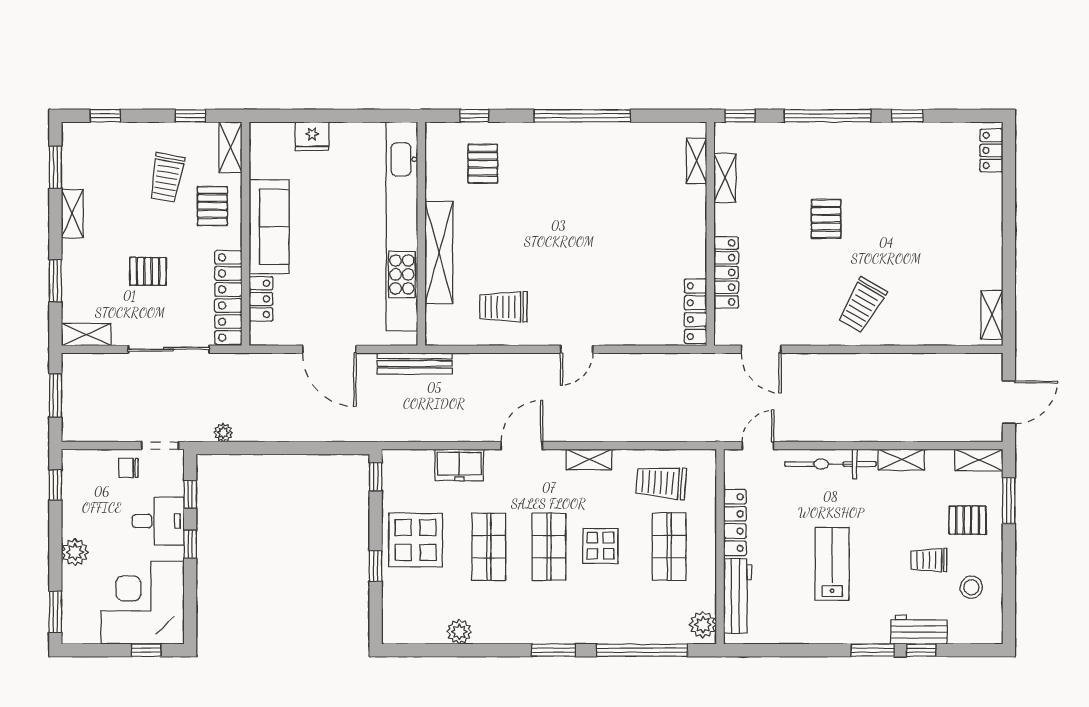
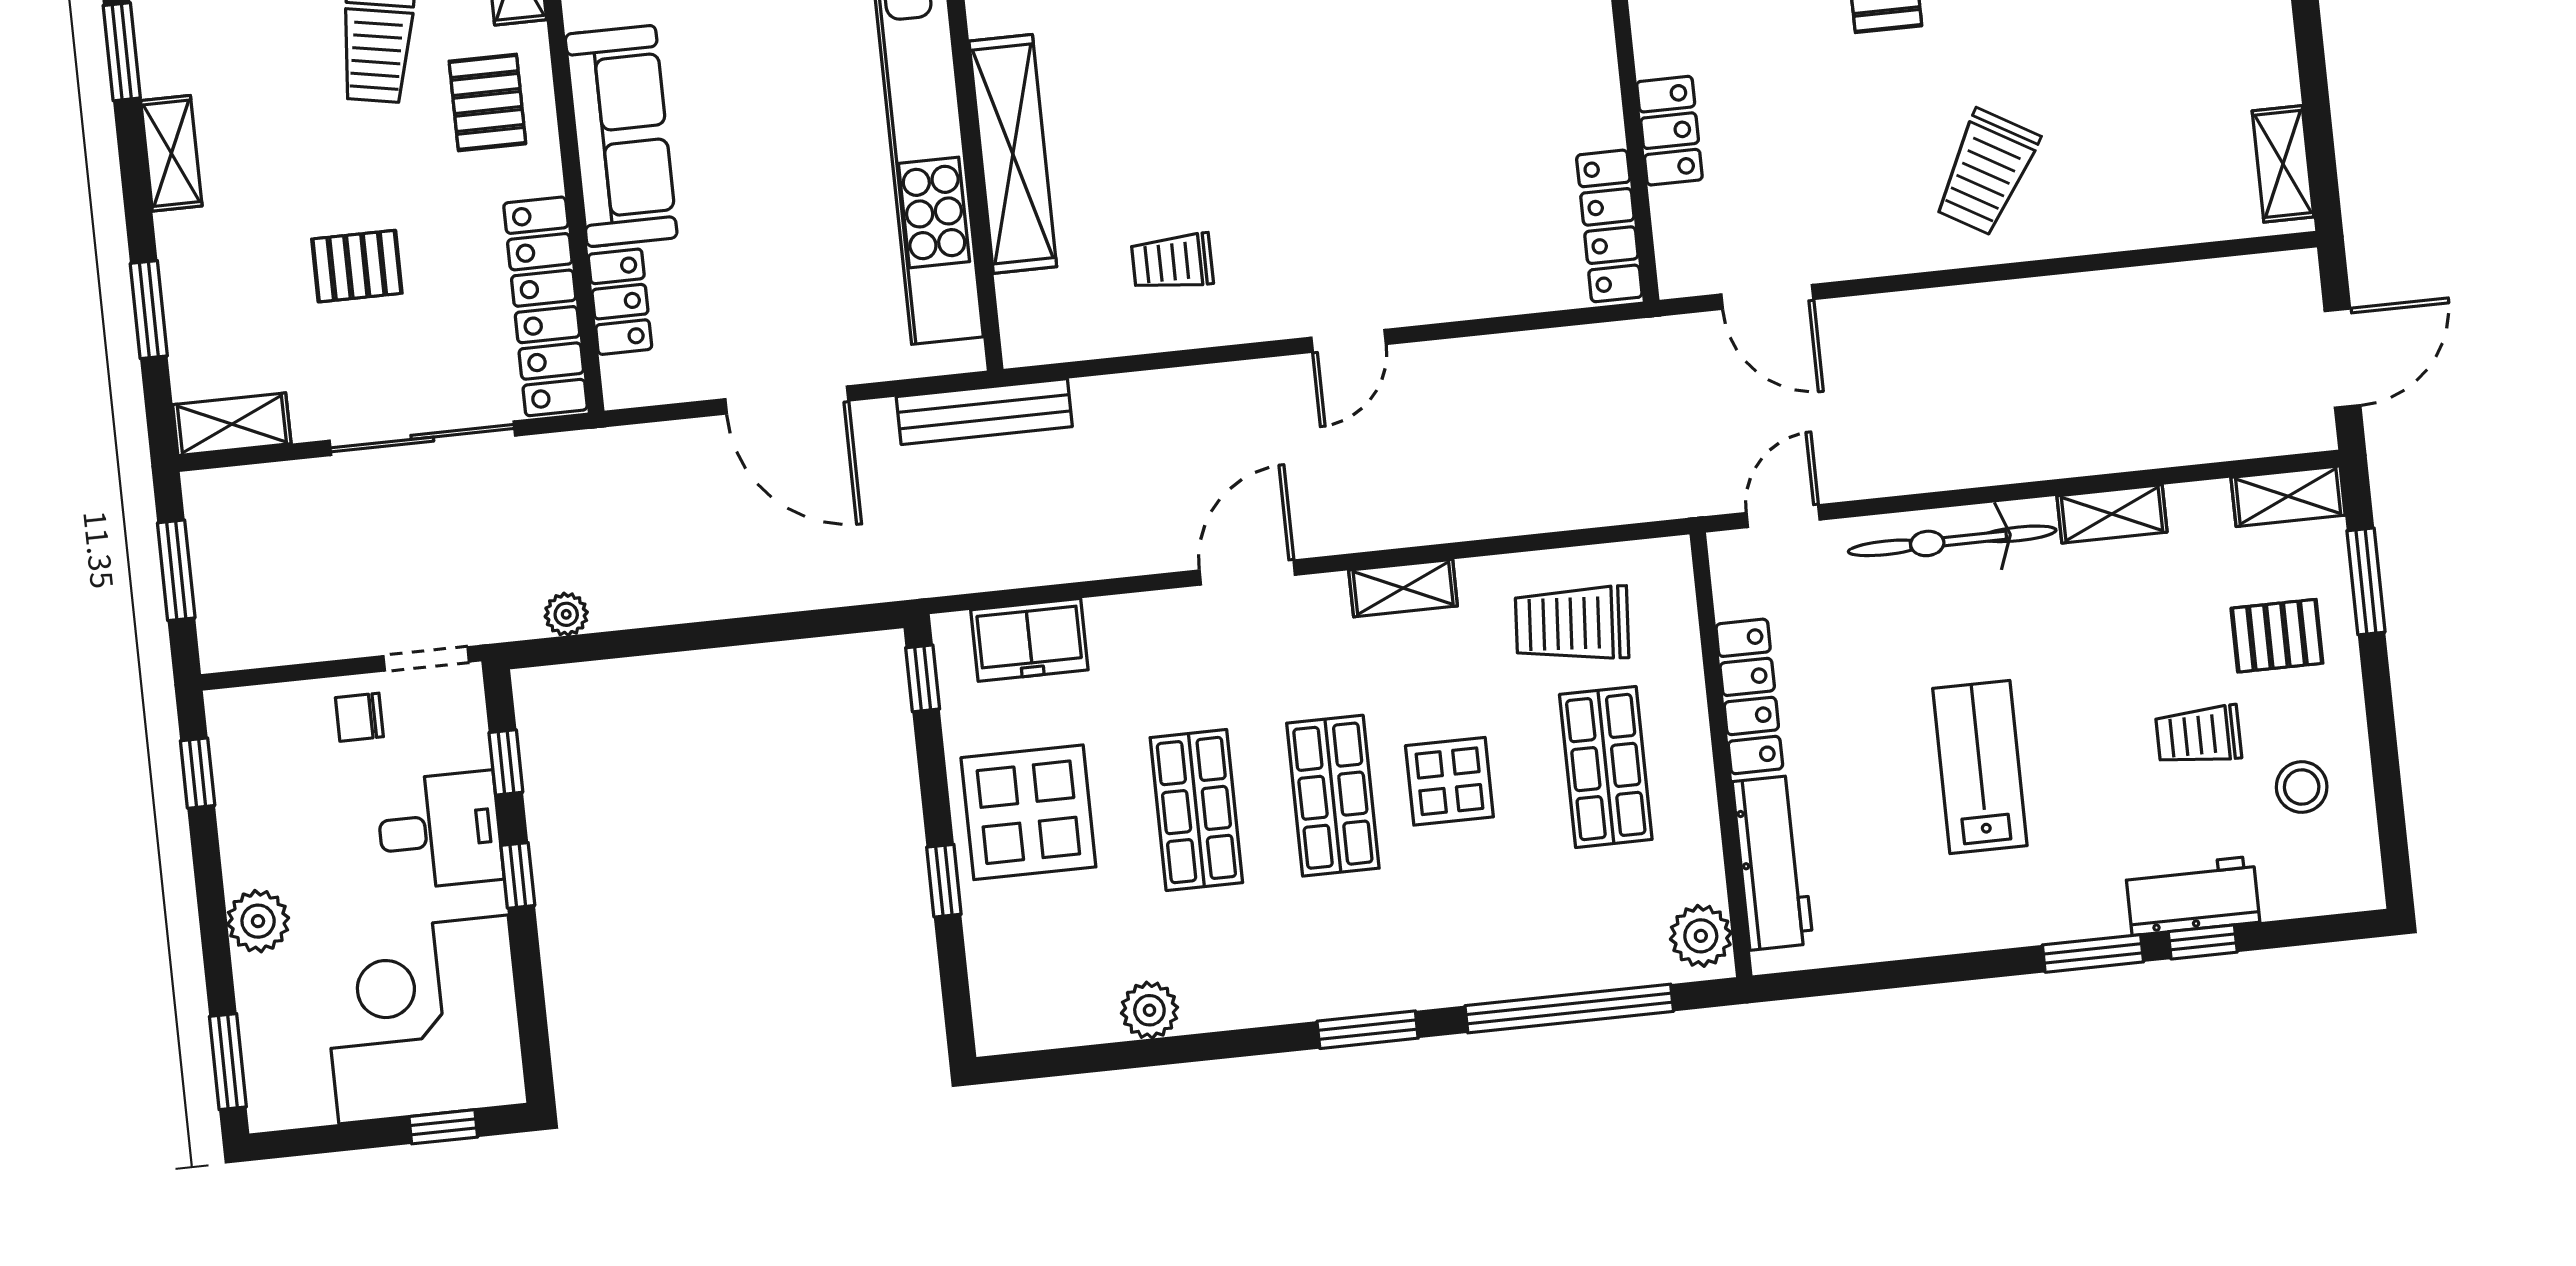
locker: (726, 272) -> (1670, 131), width x0.66
trolley: (503, 307) -> (1172, 262), width x0.73, depth x0.72
freezer: (459, 465) -> (1029, 640), moved

